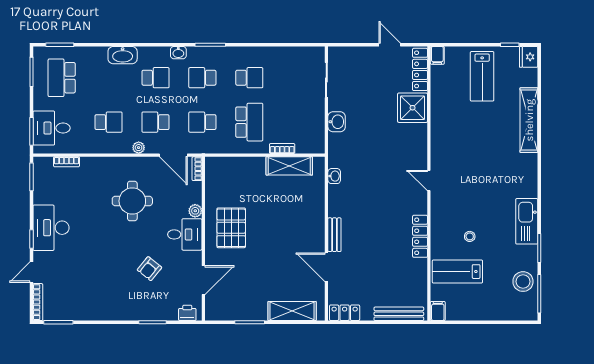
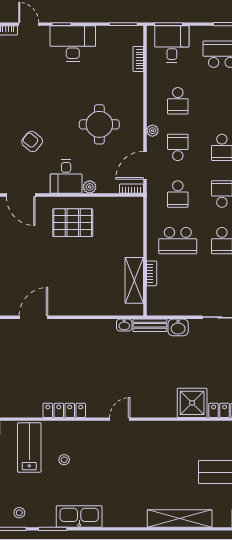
school desk: (202, 122) -> (178, 194), turned 180
bench: (334, 235) -> (150, 325), moved
stool: (523, 282) -> (19, 513), width x0.53, depth x0.53

